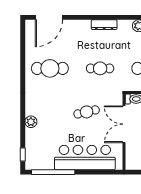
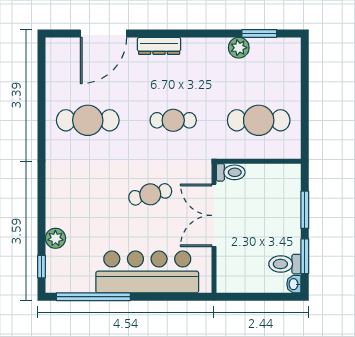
door: (49, 17) -> (103, 33), moved
dresser: (104, 25) -> (159, 46), moved
plant: (31, 122) -> (55, 238), moved

